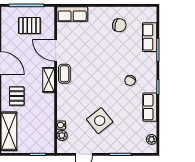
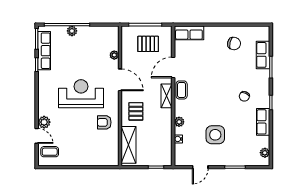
door: (56, 50) -> (173, 67), hinge flipped
side table: (100, 121) -> (215, 135), turned 38
plant: (62, 136) -> (179, 122), moved

